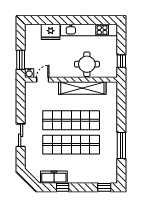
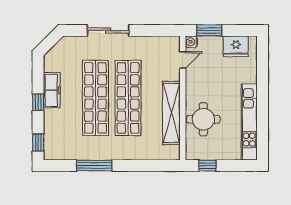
fridge: (51, 32) -> (236, 46), moved, turned -90
door: (43, 80) -> (183, 60), hinge flipped
sliding door: (21, 135) -> (108, 30), width x1.37
freezer: (54, 177) -> (52, 90), moved
window: (63, 187) -> (38, 102), moved

